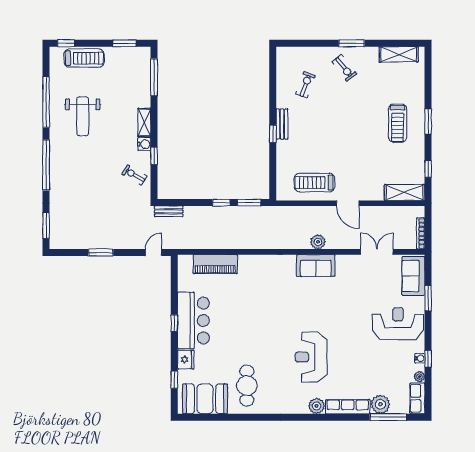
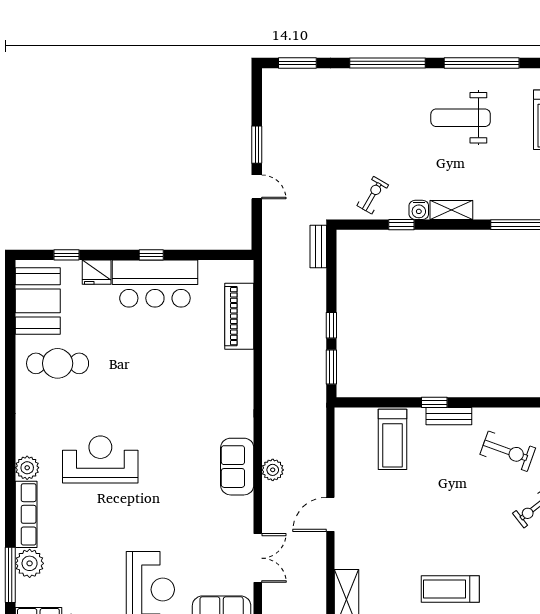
exercise bike: (306, 85) -> (508, 451), width x1.38, depth x1.39
treadmill: (314, 183) -> (392, 439), moved, turned 180
door: (153, 253) -> (257, 187), moved

